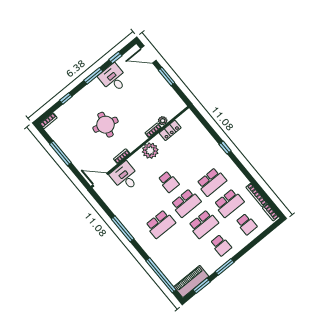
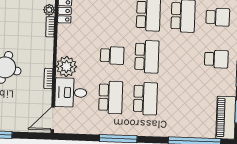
plant: (150, 151) -> (66, 67), moved
school desk: (203, 224) -> (111, 97), moved

